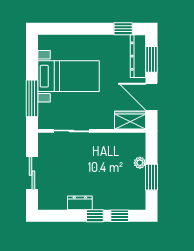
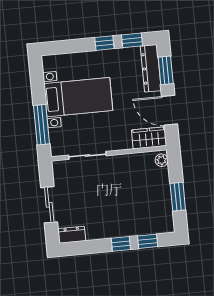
window: (97, 29) -> (104, 43), added
plant: (140, 163) -> (162, 160), moved
dresser: (80, 203) -> (72, 235), moved

